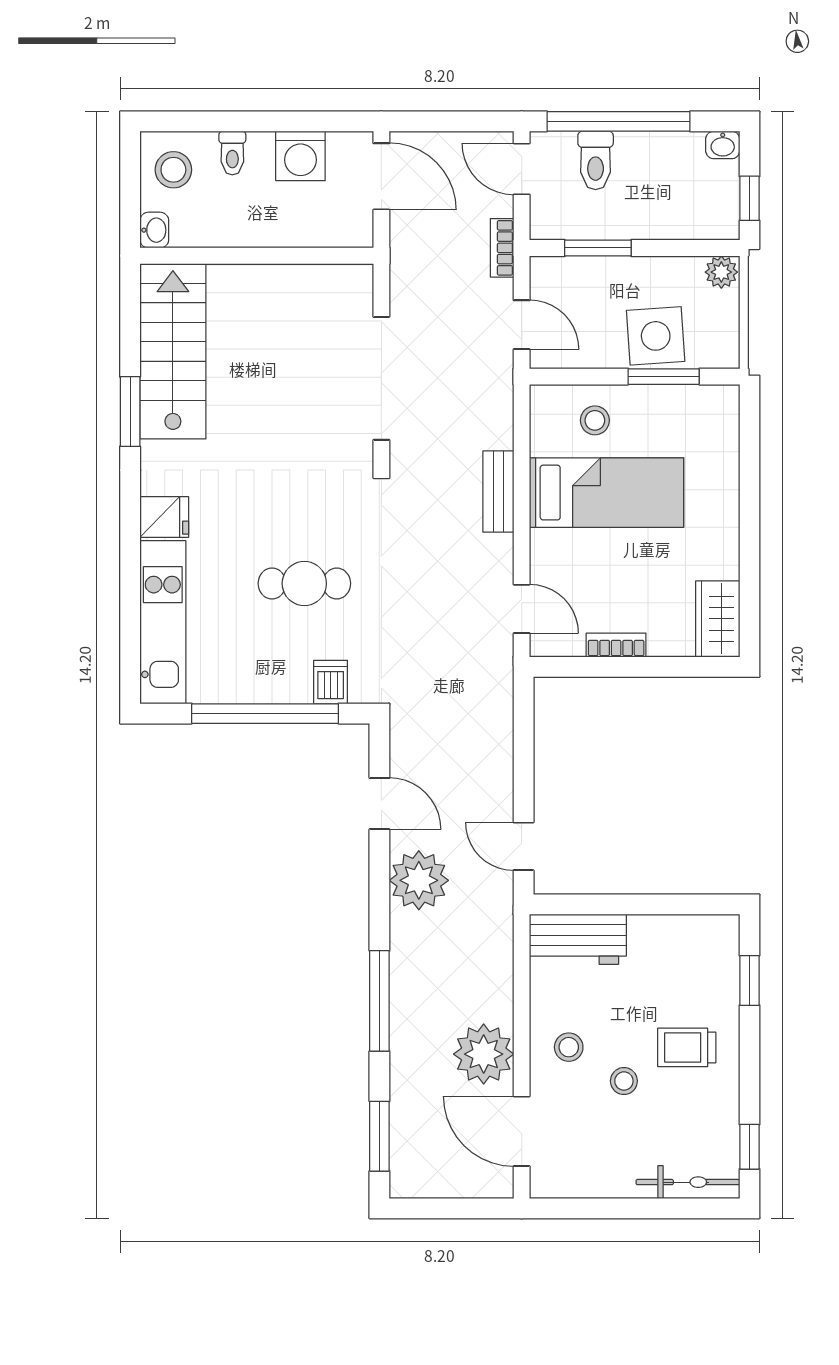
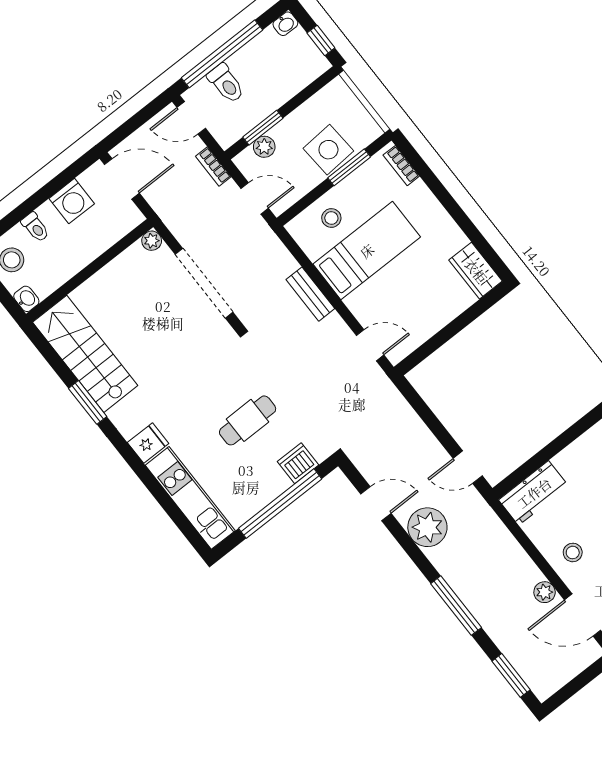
plant: (721, 272) -> (264, 147), moved
plant: (359, 278) -> (152, 241), added
bookcase: (616, 645) -> (401, 166), moved, turned -90
dishwasher: (331, 682) -> (298, 463), width x1.38
plant: (484, 1054) -> (545, 592), width x0.53, depth x0.53

